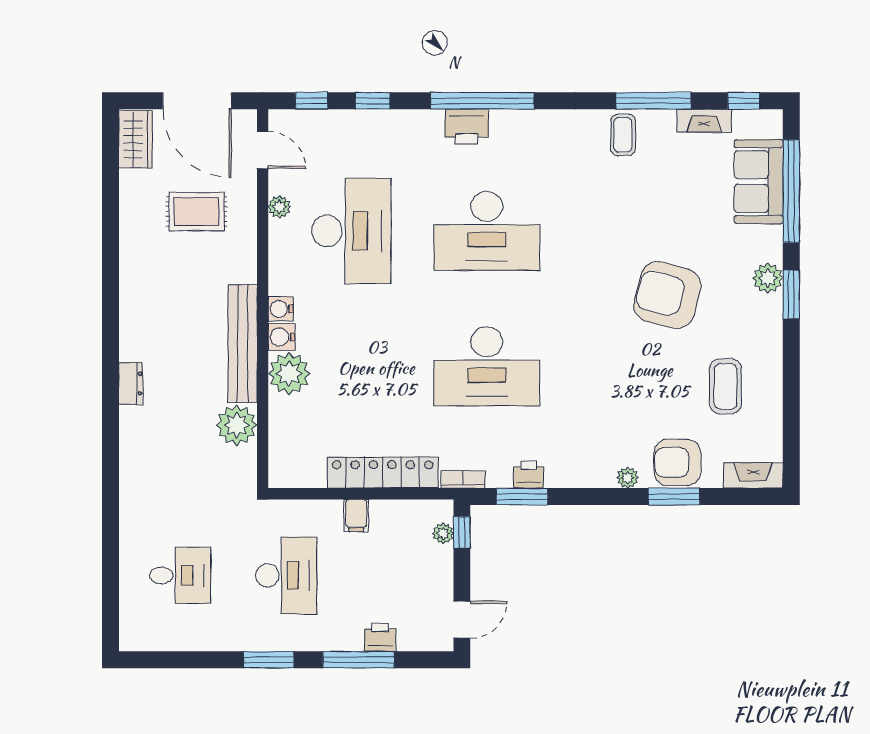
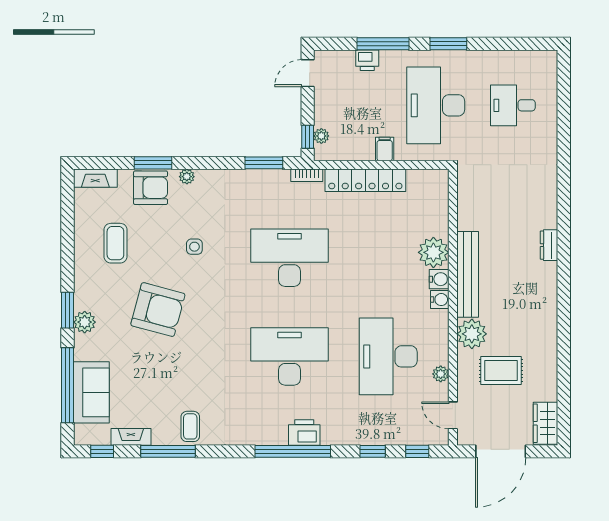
door: (197, 101) -> (501, 451), swing flipped
side table: (617, 381) -> (194, 247), added
plant: (237, 425) -> (472, 334), moved
printer: (529, 475) -> (259, 179), removed
desk: (286, 575) -> (436, 105), width x1.36, depth x1.30

